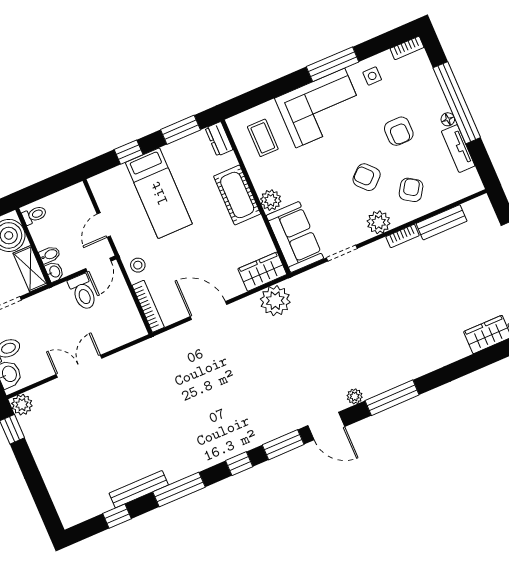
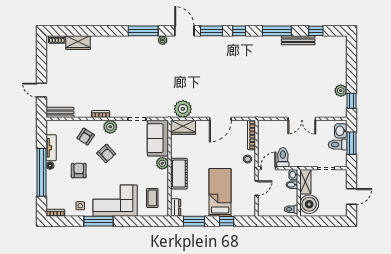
bench: (442, 222) -> (60, 112), moved
door: (209, 311) -> (220, 119), hinge flipped
plant: (22, 405) -> (341, 91), moved

